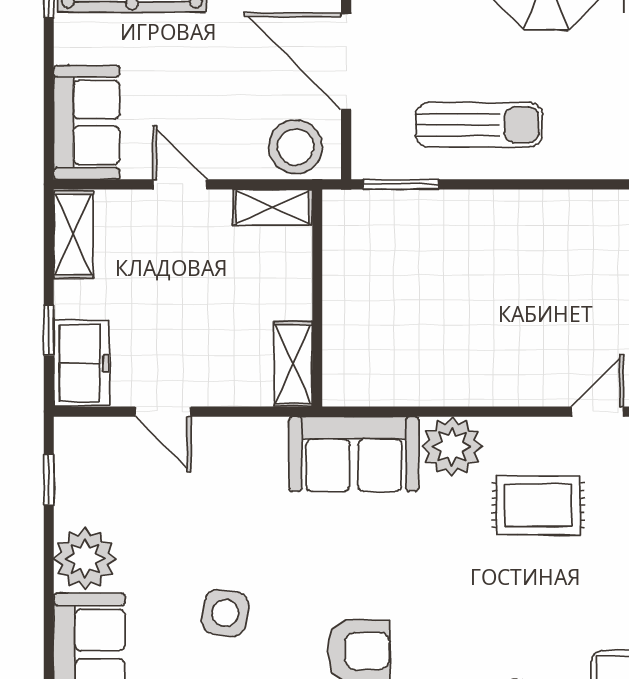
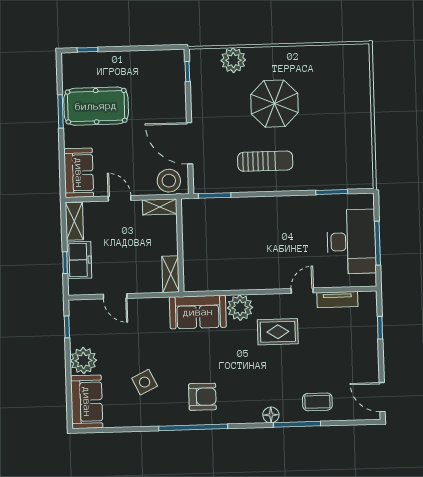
sun lounger: (479, 125) -> (265, 161), moved
freezer: (82, 363) -> (79, 260), moved
side table: (225, 613) -> (145, 382), turned -35

